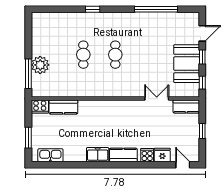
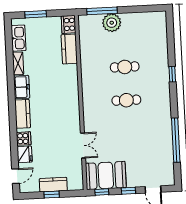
booth: (187, 64) -> (106, 175), moved
kitchen counter: (186, 106) -> (53, 185), moved, turned 90
shelving: (75, 157) -> (18, 63), added

